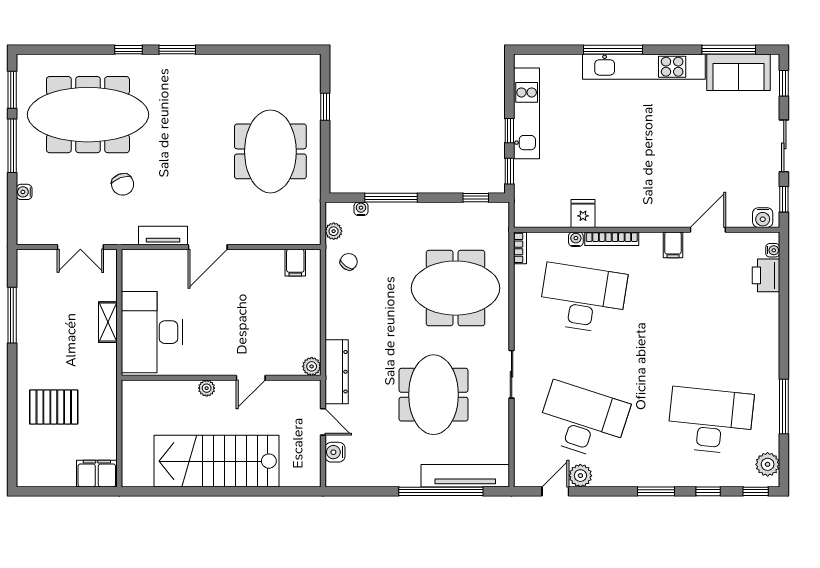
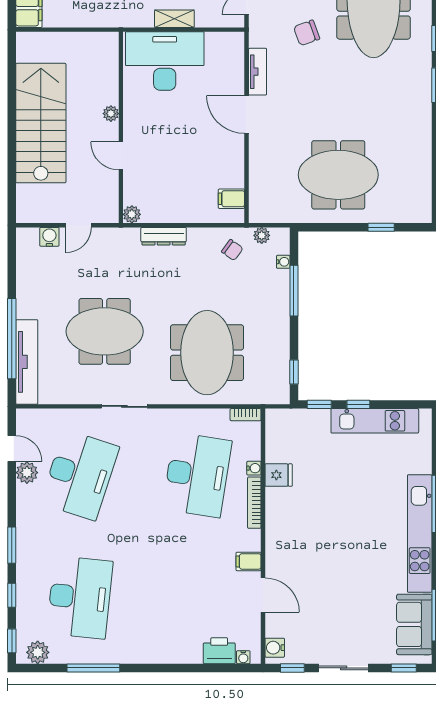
dresser: (337, 372) -> (164, 236), moved, width x0.73, depth x0.80

